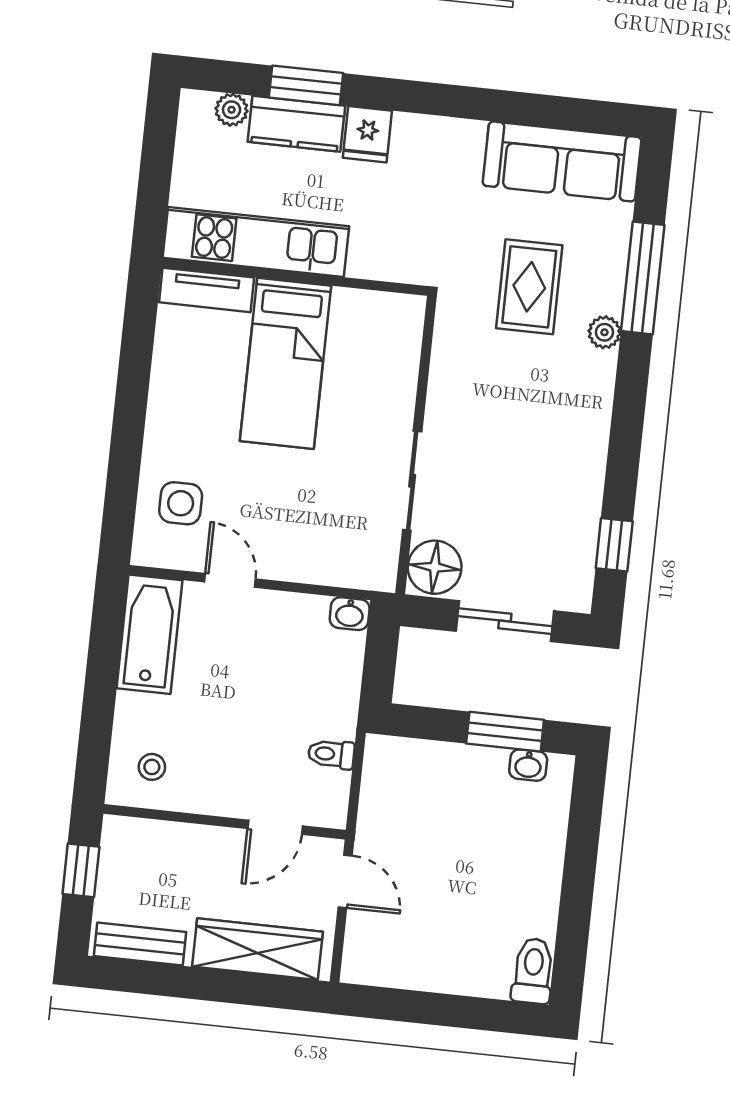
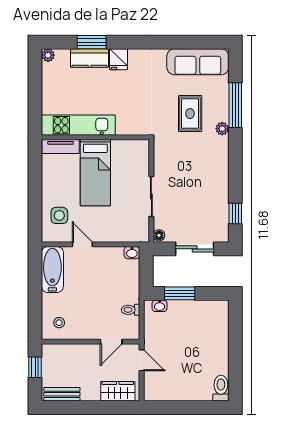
plant: (232, 110) -> (48, 55), moved
kitchen unit: (256, 242) -> (78, 125), moved
wall: (295, 277) -> (95, 137), moved
tv unit: (207, 290) -> (61, 146), moved
bed: (285, 363) -> (95, 173), moved
floor lamp: (435, 567) -> (159, 235), width x0.53, depth x0.53
window: (505, 732) -> (180, 293), moved
washbasin: (528, 765) -> (160, 306), moved
wardrobe: (257, 949) -> (118, 391), width x0.67

